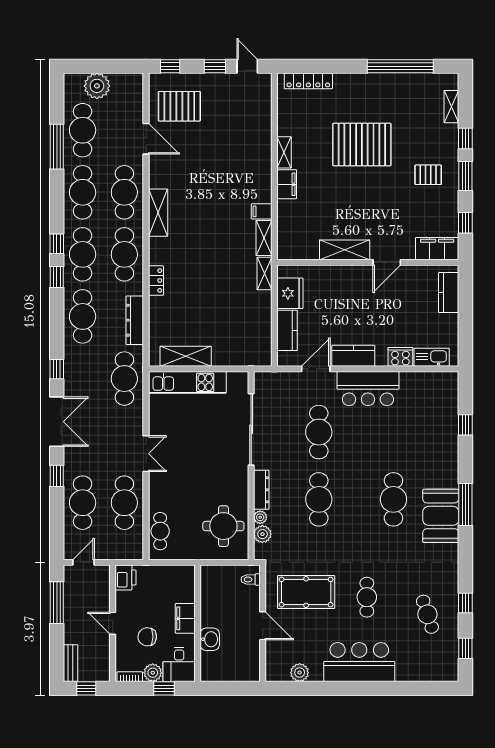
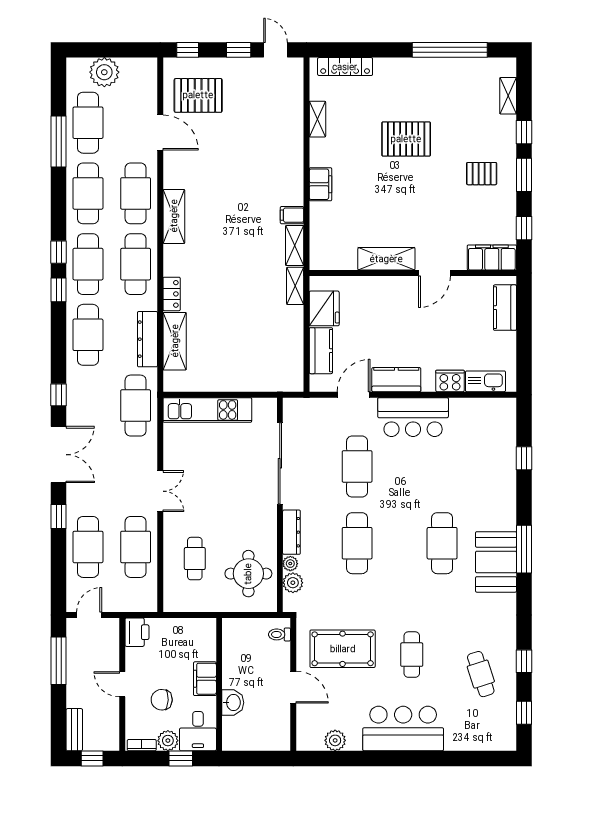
pallet: (362, 145) -> (406, 139), width x0.73, depth x0.71
shelving: (284, 152) -> (317, 119), moved
shelving: (186, 356) -> (175, 341), moved, turned 90
cafe table: (160, 531) -> (195, 559), moved

